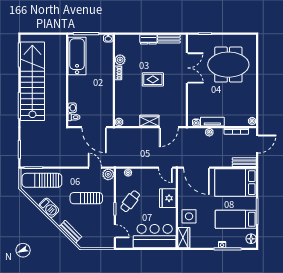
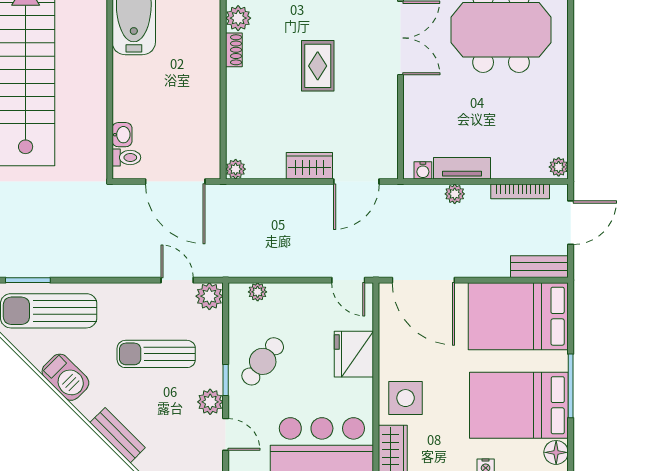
rug: (153, 79) -> (318, 66), turned 90
plant: (109, 218) -> (210, 402), added
bed: (236, 219) -> (519, 405), width x1.50

